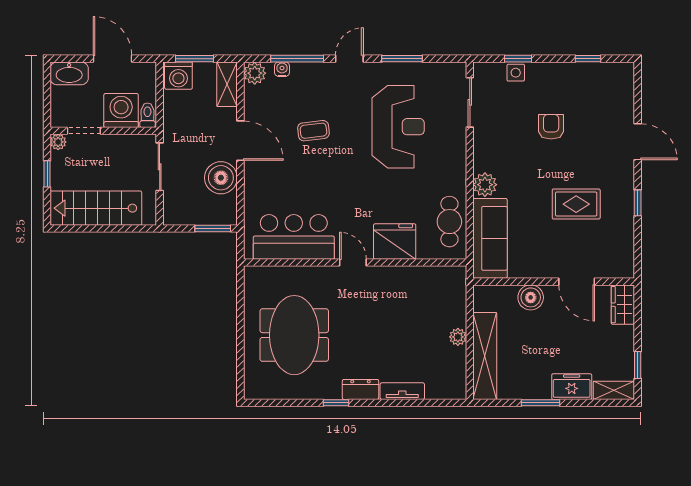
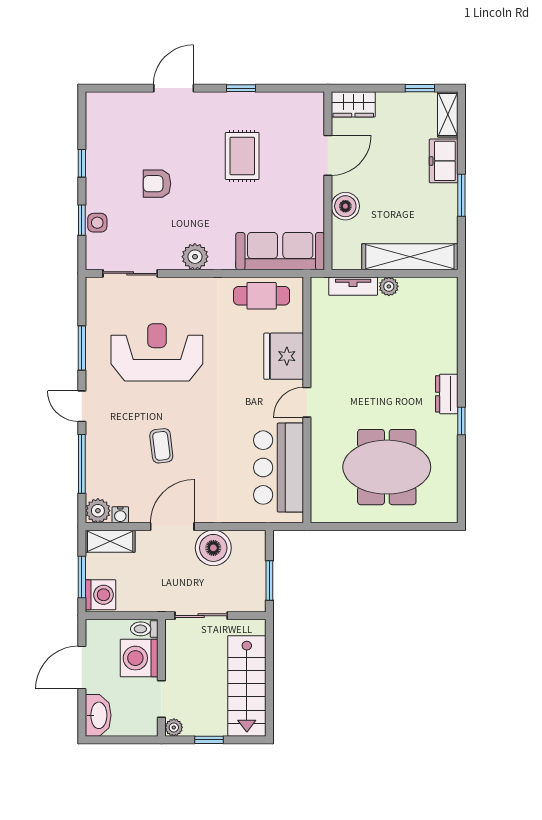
window: (588, 59) -> (82, 163), moved
water cooler: (282, 69) -> (120, 515), moved, turned -90
plant: (485, 185) -> (195, 257), moved
window: (213, 229) -> (269, 580), moved
tv unit: (402, 391) -> (353, 286), moved, turned -90

